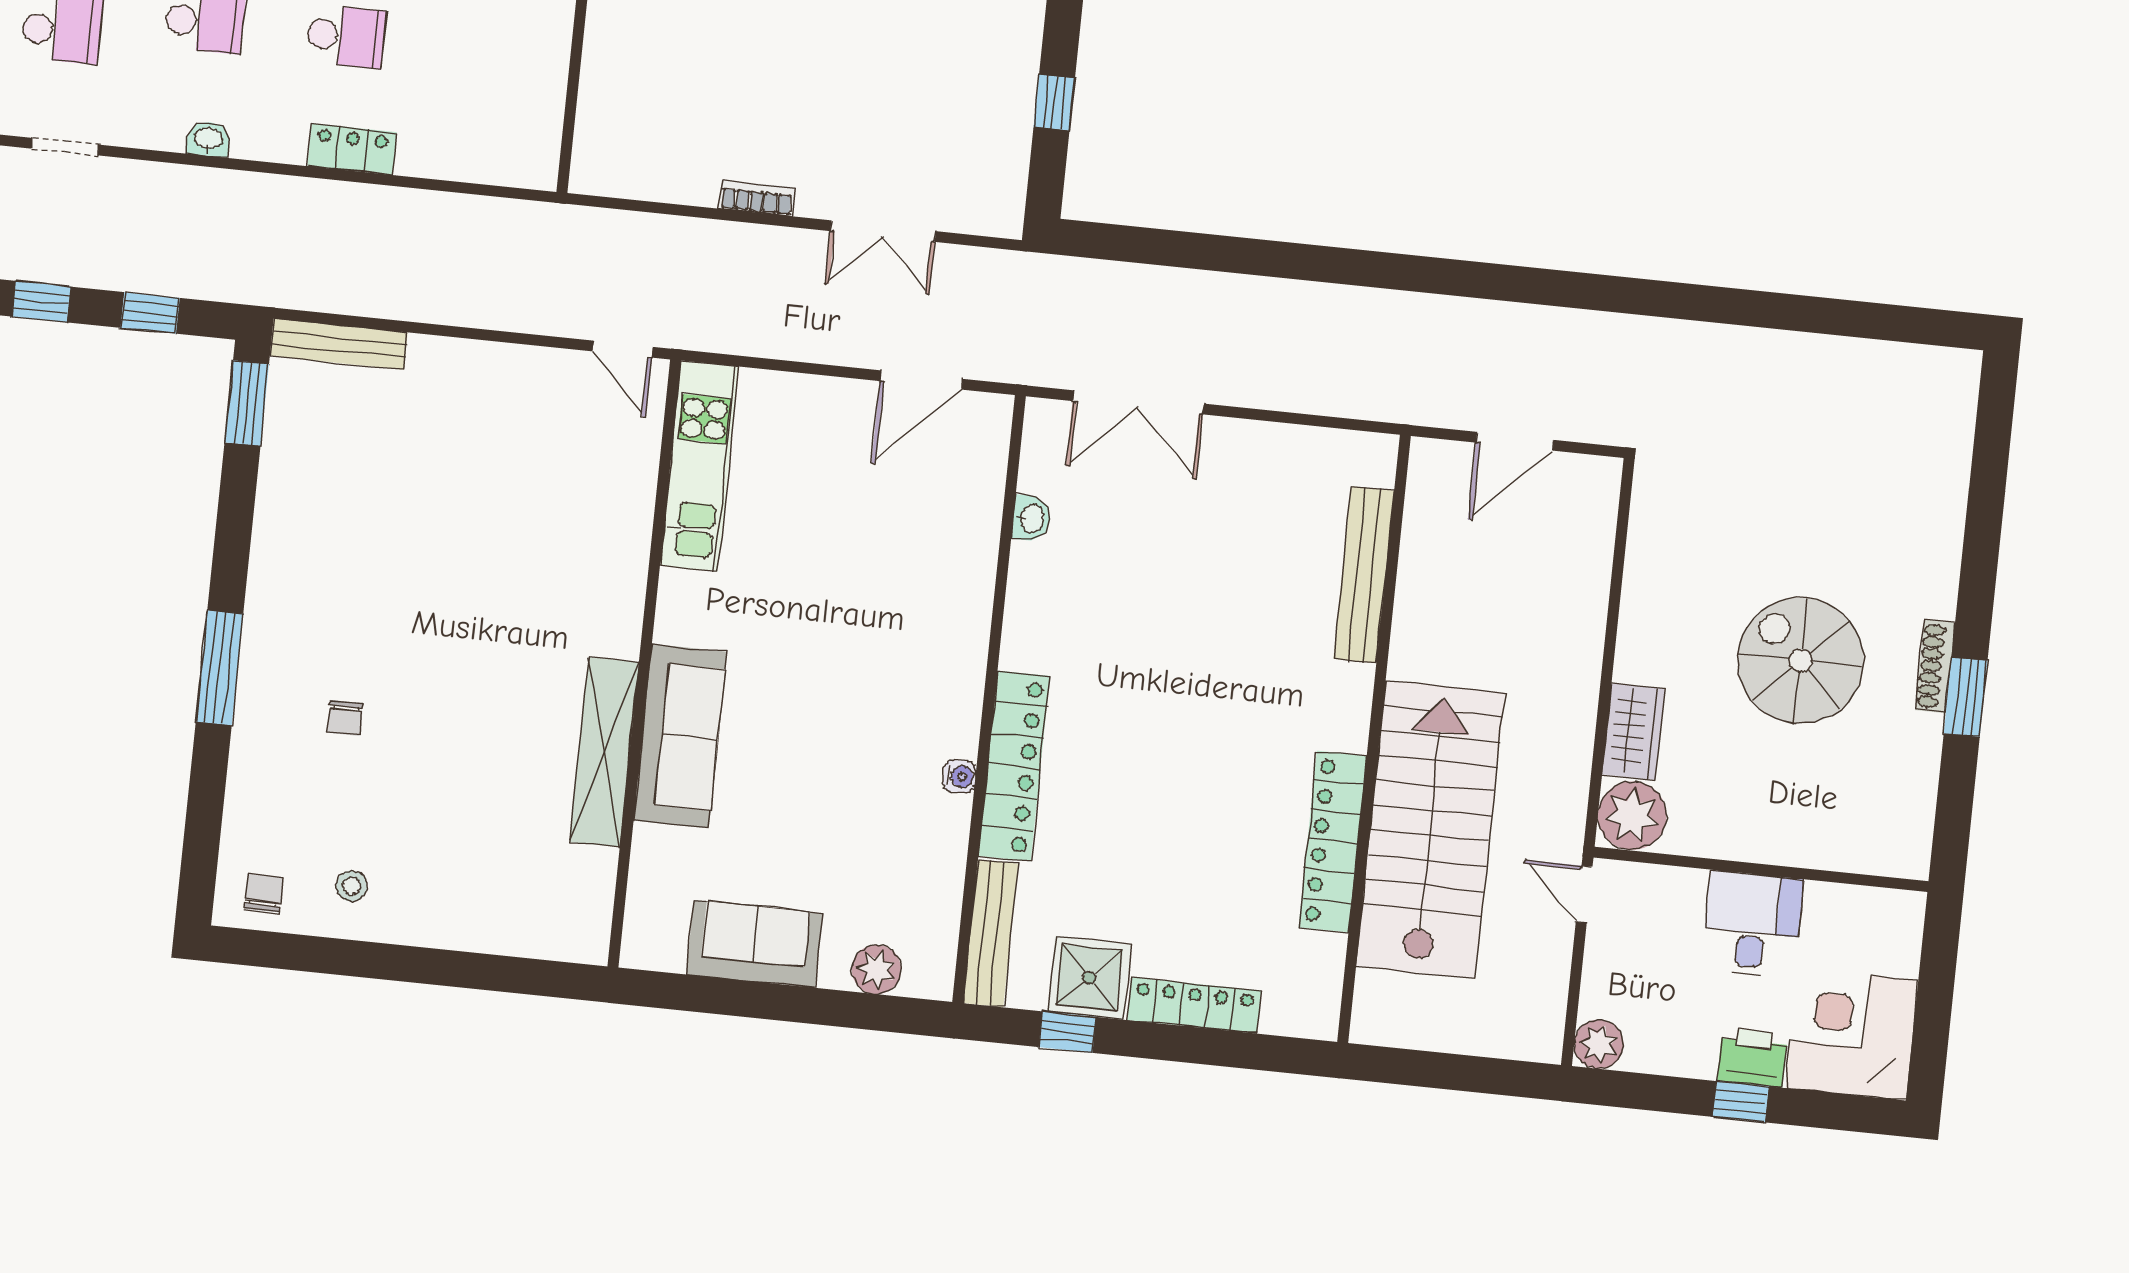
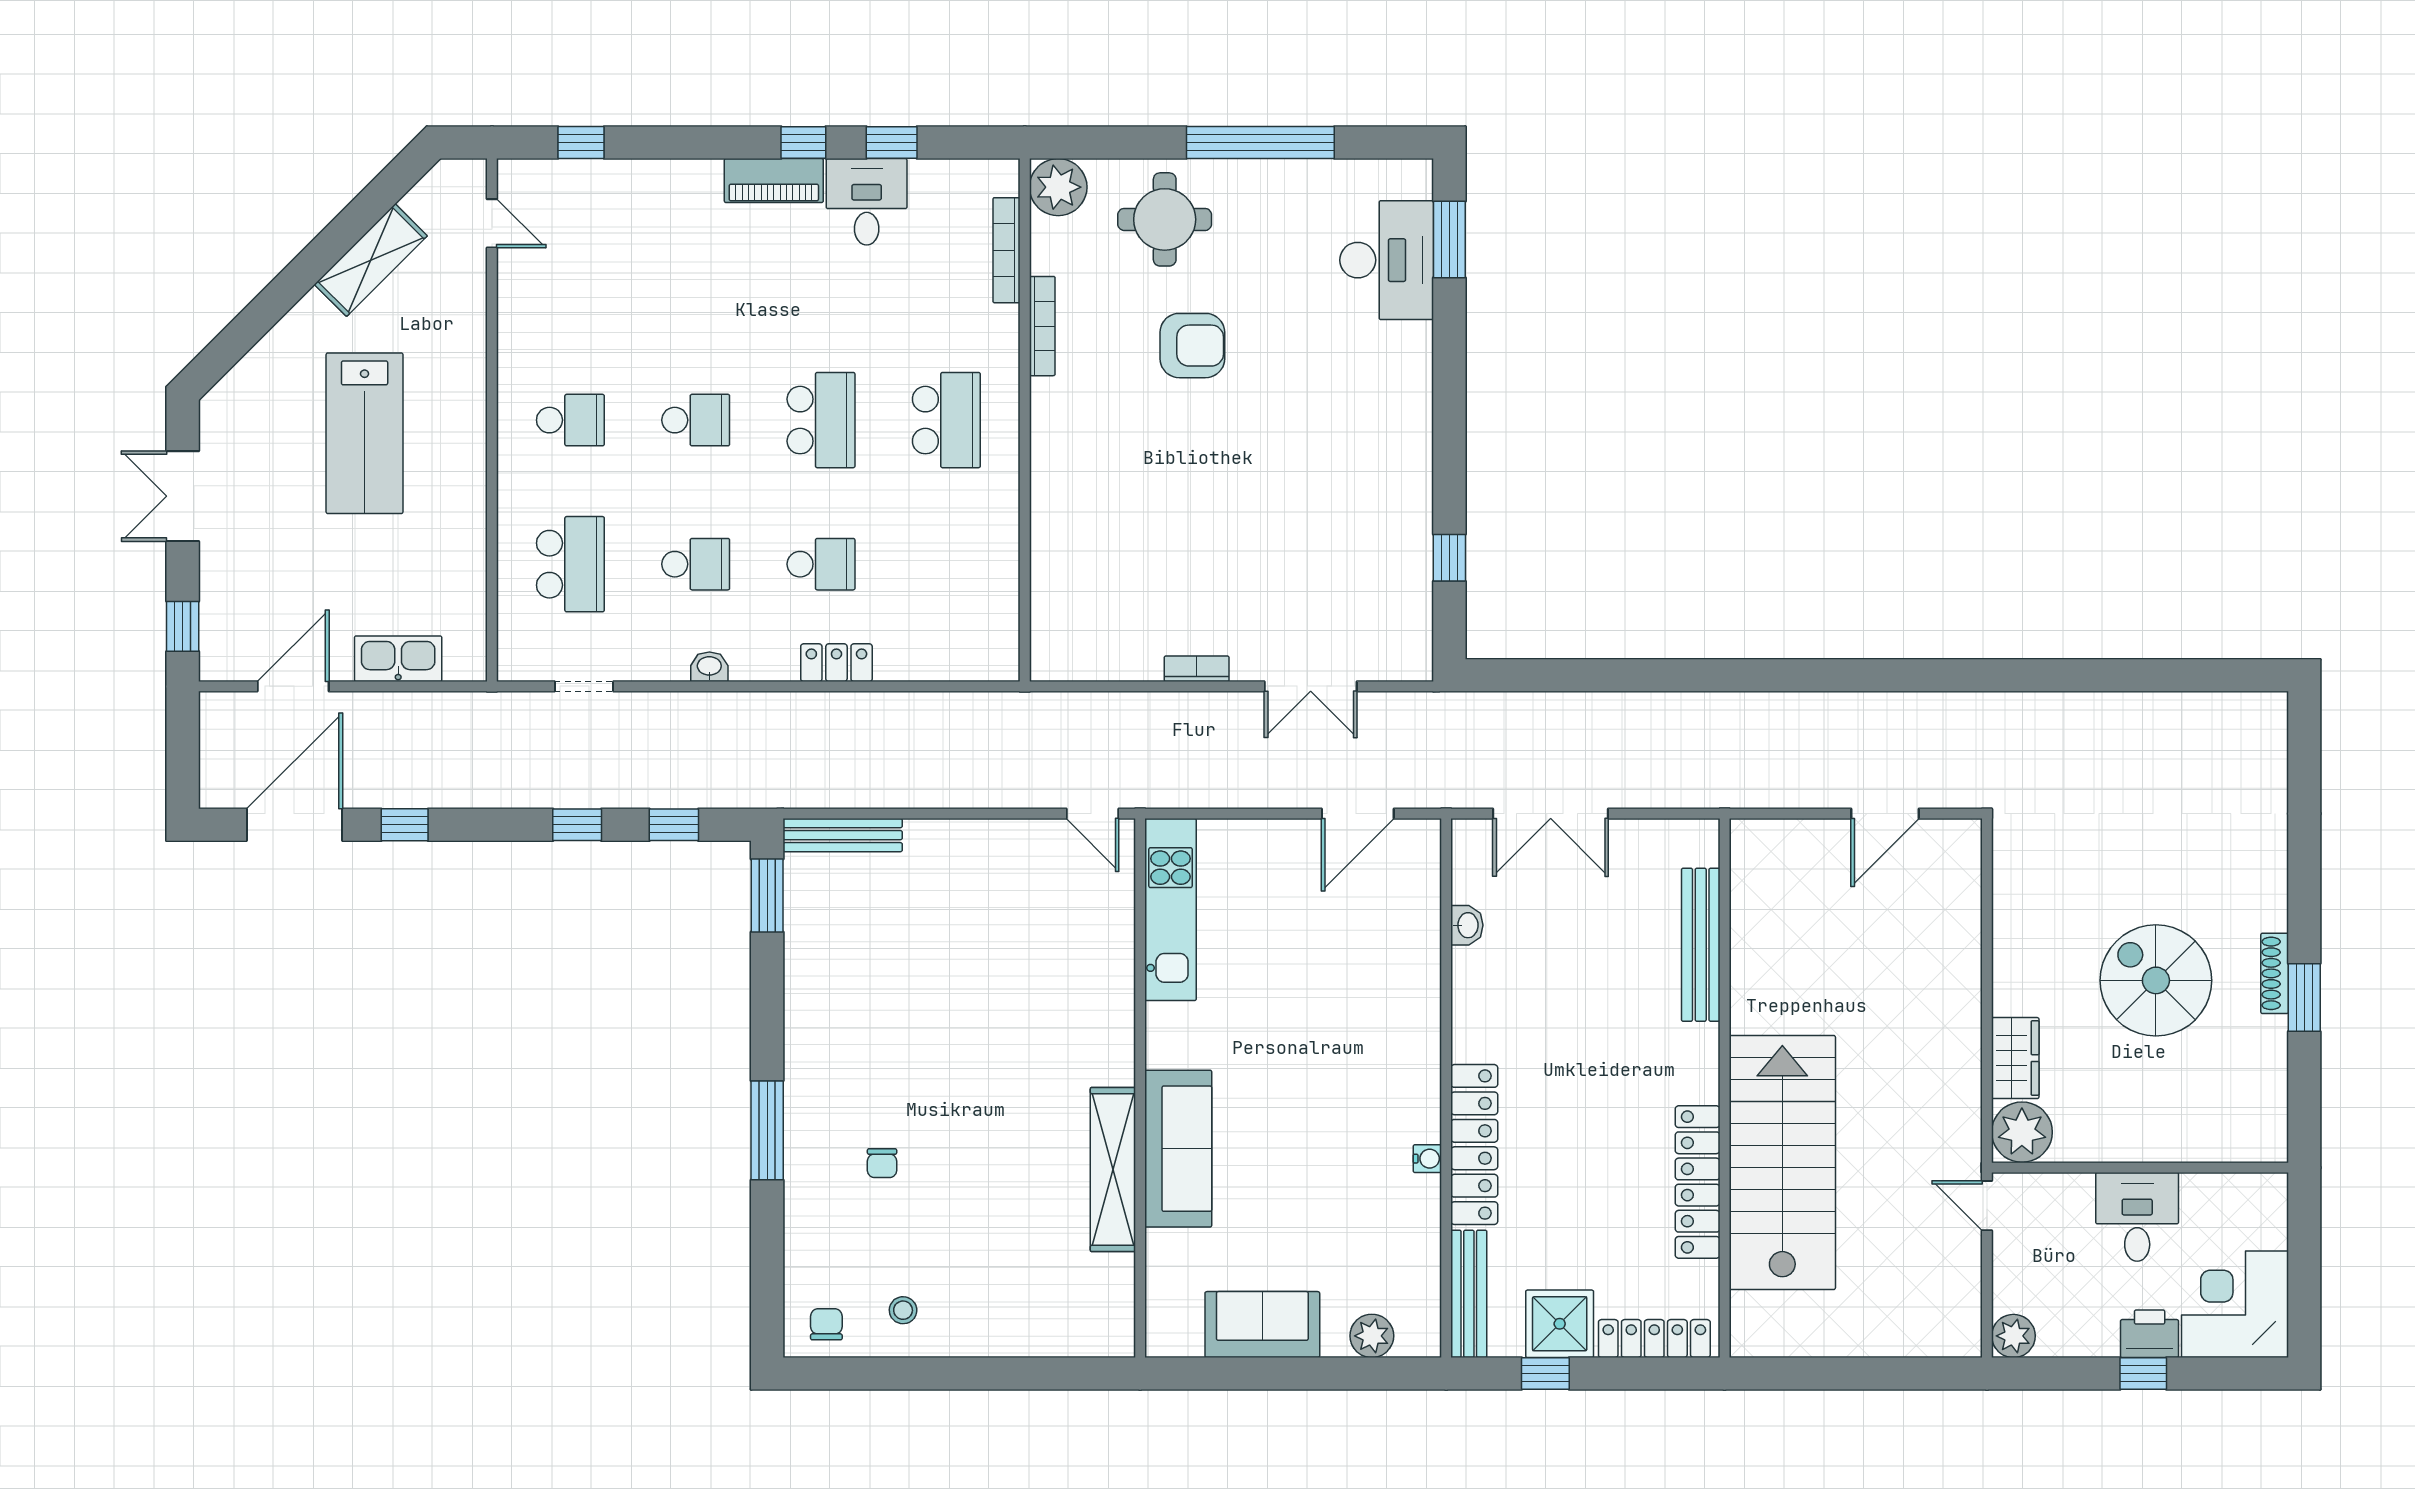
bench: (1364, 575) -> (1701, 945), moved
wall: (1374, 739) -> (1725, 1088), moved
stairs: (1430, 829) -> (1782, 1162), moved
locker: (1333, 842) -> (1698, 1182), moved

